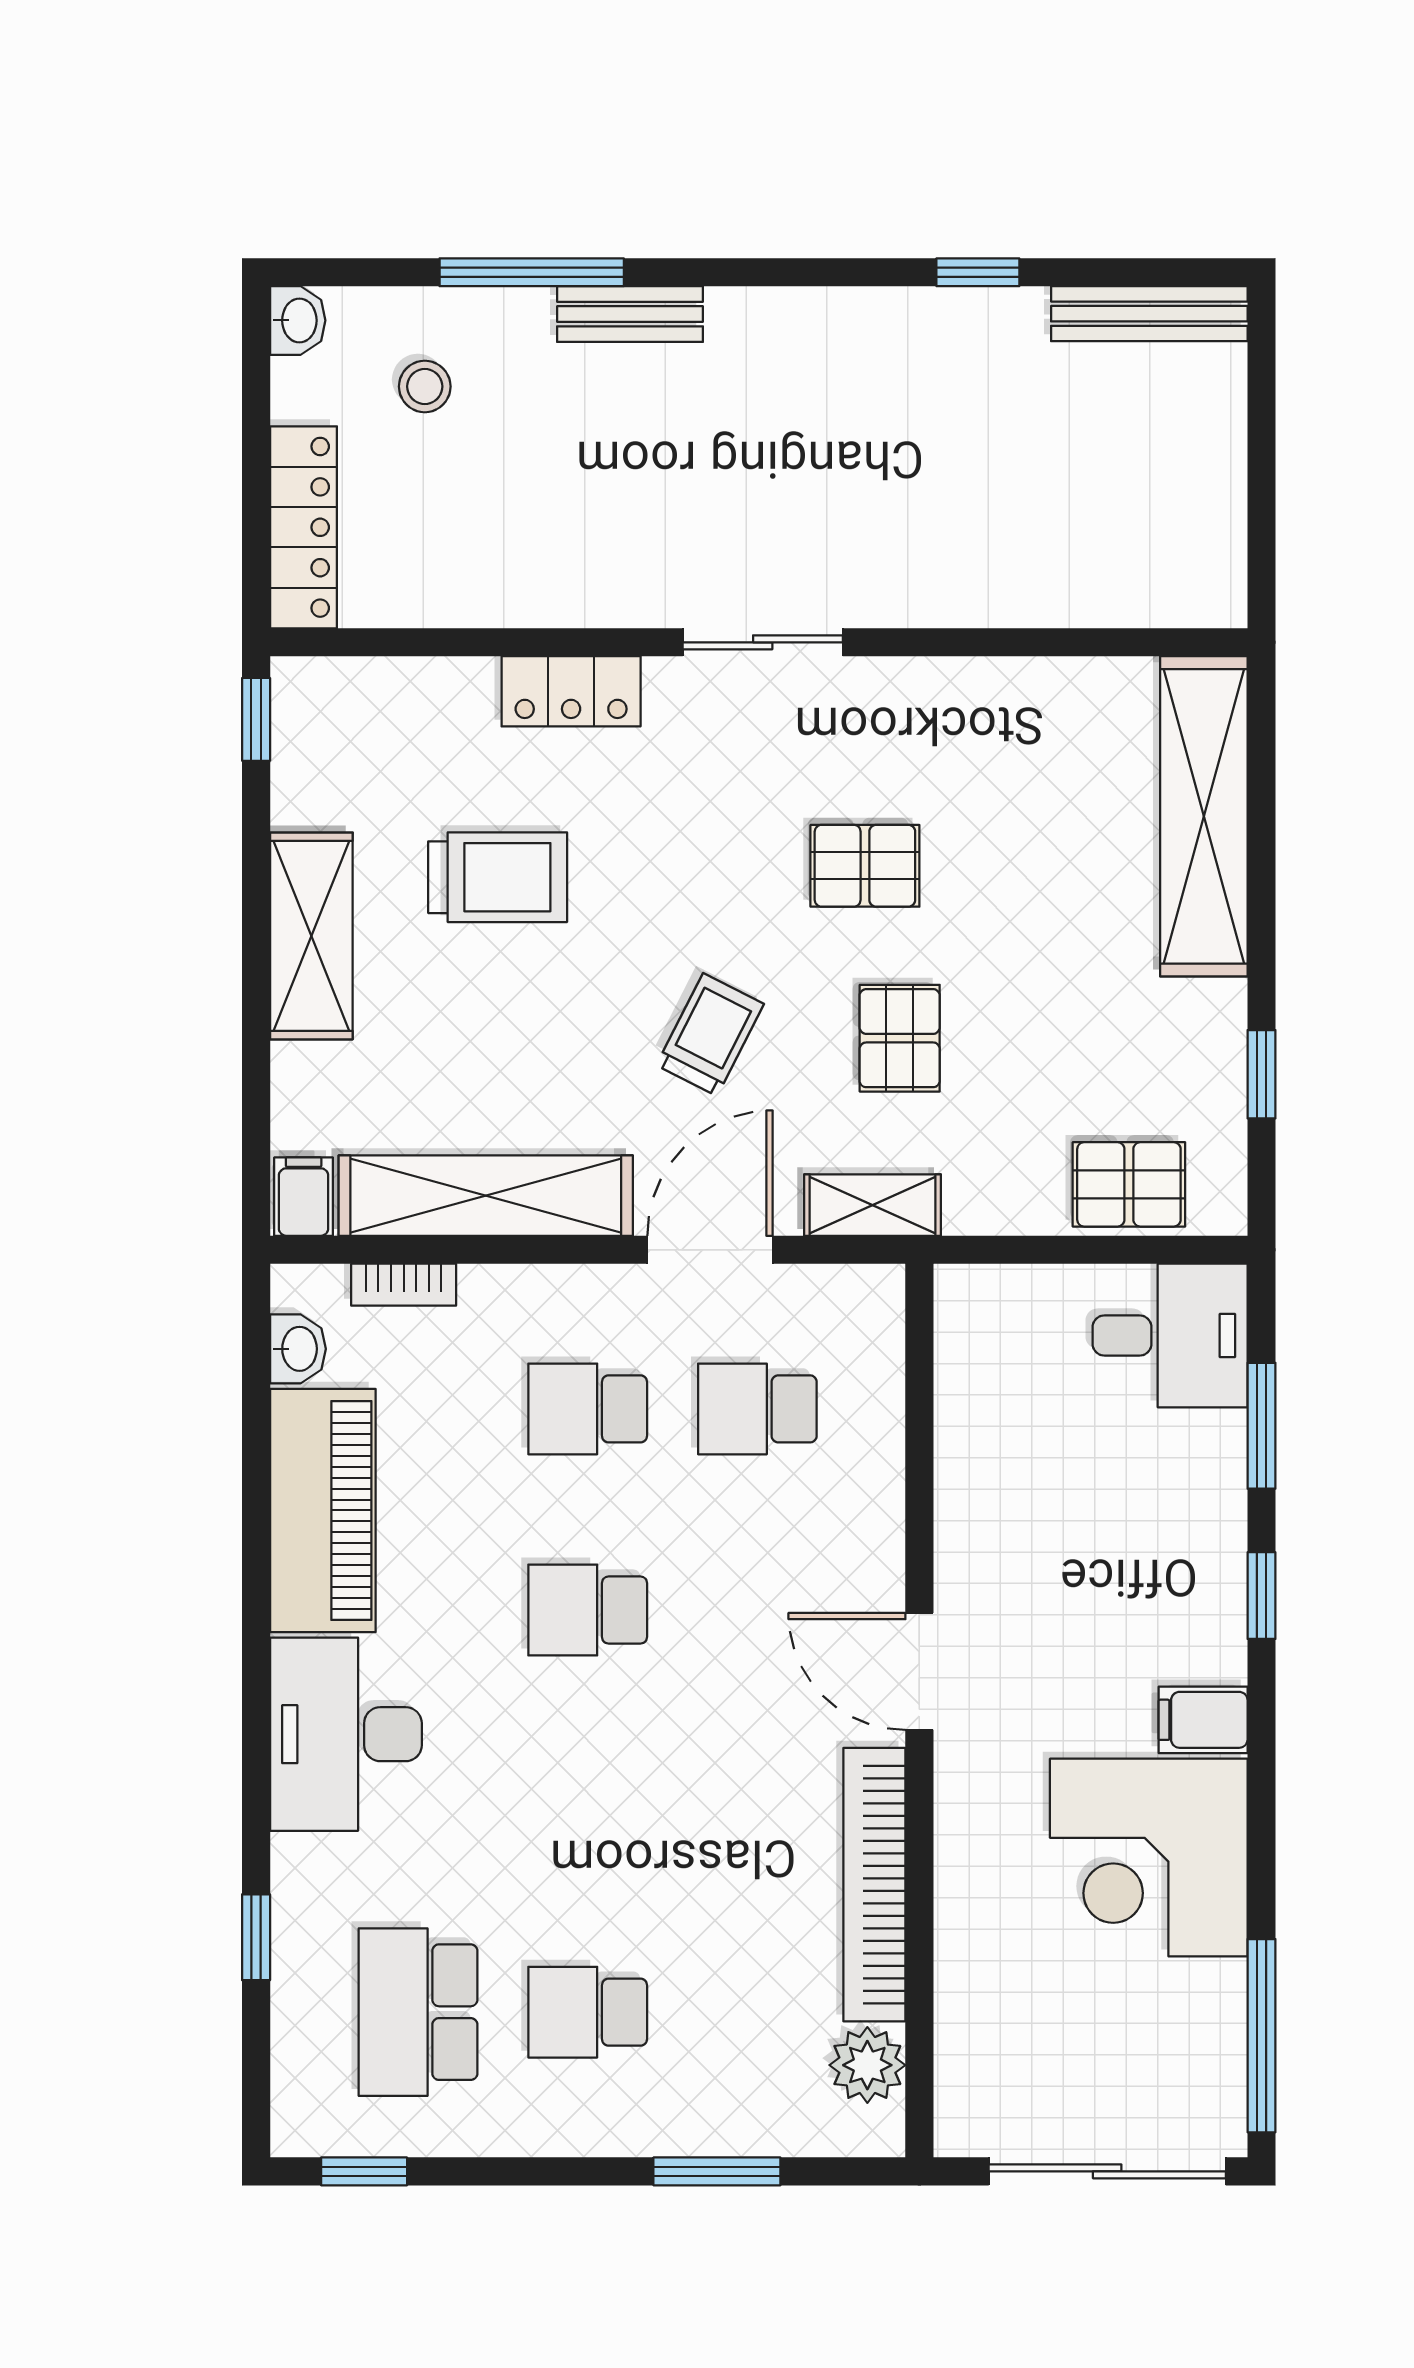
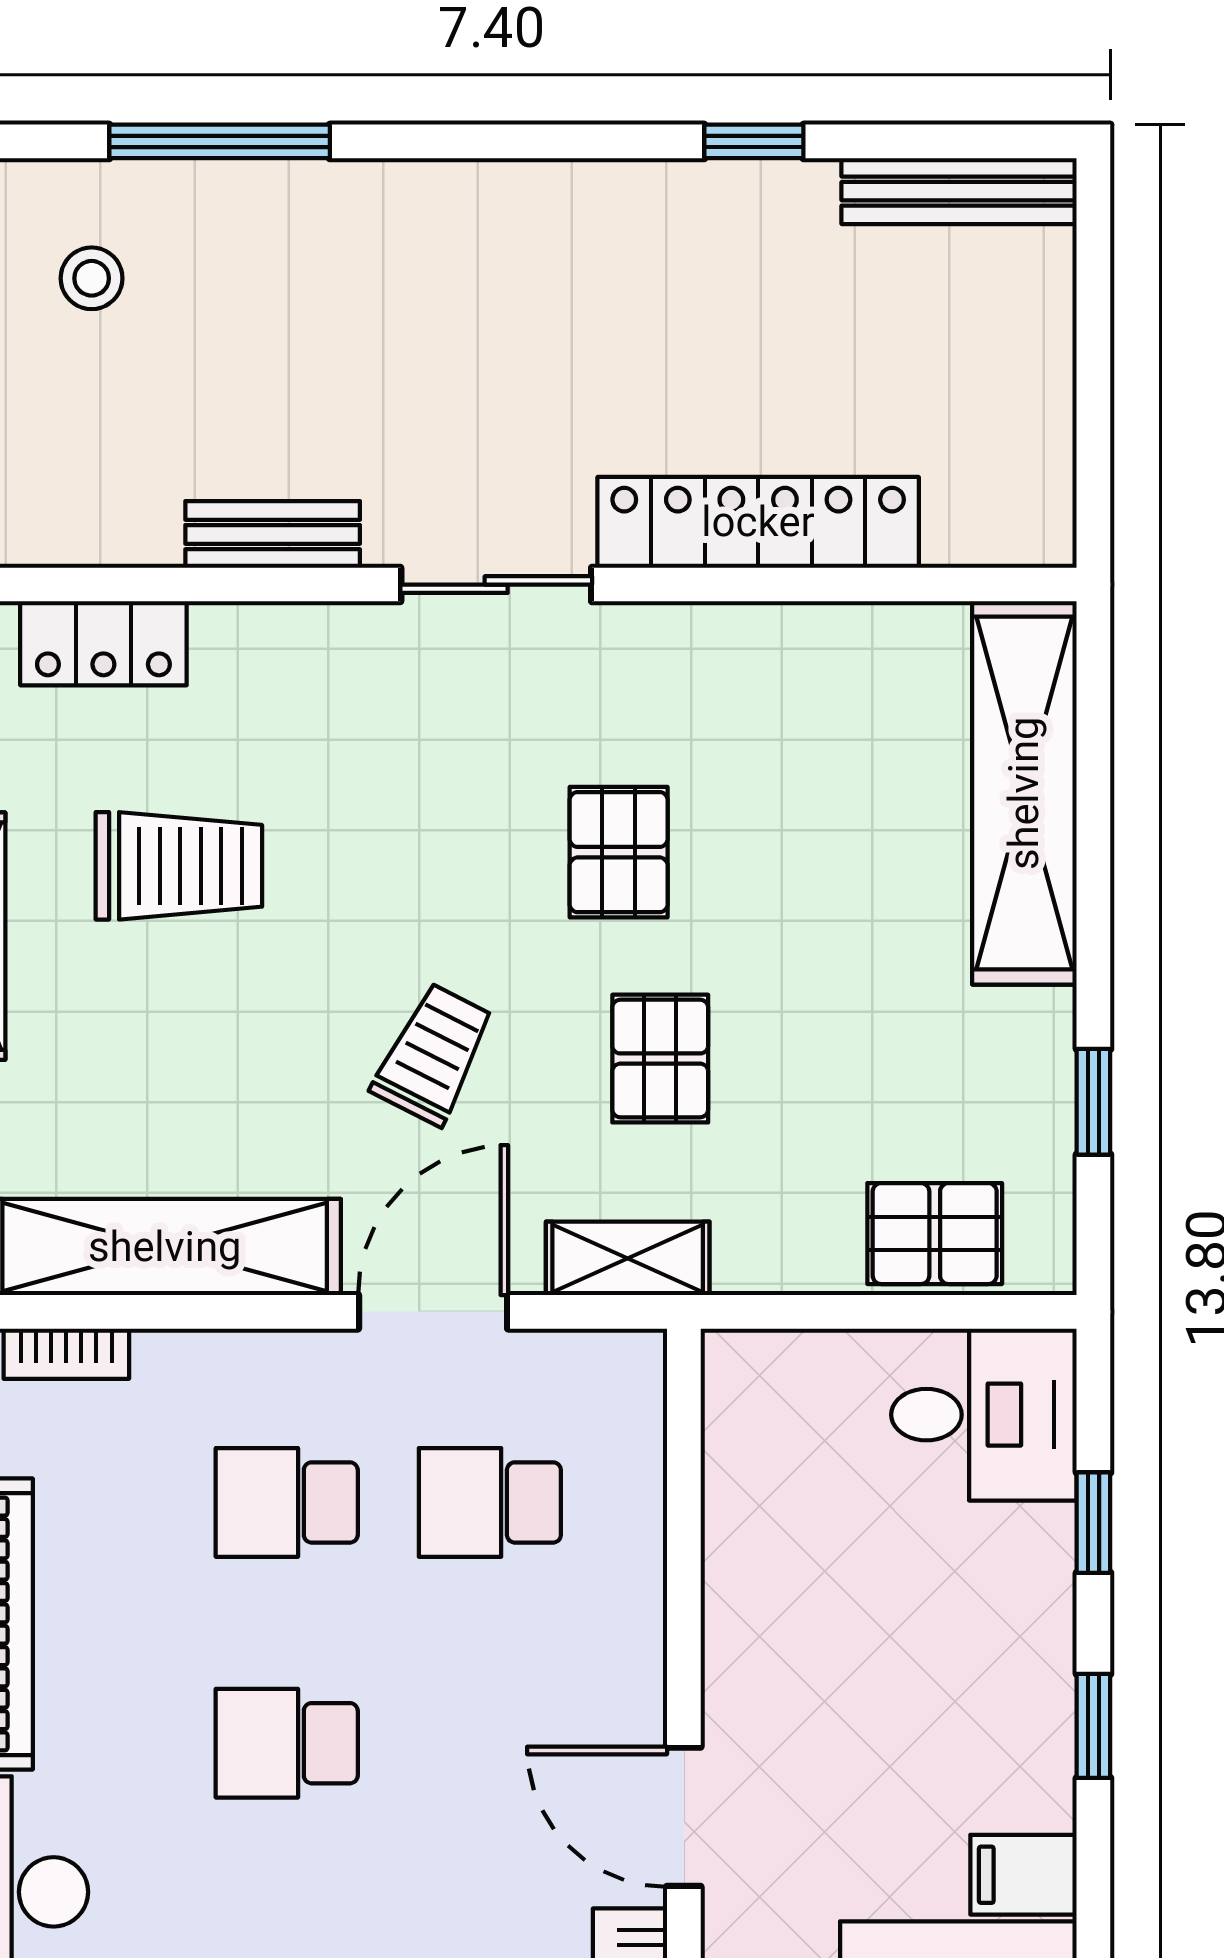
bench: (630, 314) -> (273, 534), moved
locker: (981, 590) -> (758, 522), added
locker: (571, 691) -> (103, 643), moved
pallet: (865, 866) -> (619, 852), turned 90
window: (1261, 1426) -> (1093, 1523), width x0.67

